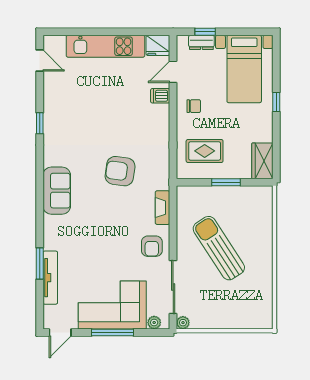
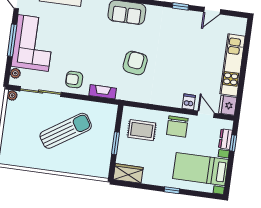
door: (40, 60) -> (212, 11), moved
chair: (194, 106) -> (177, 127), width x1.87, depth x1.87
rug: (205, 151) -> (142, 130), turned 90

